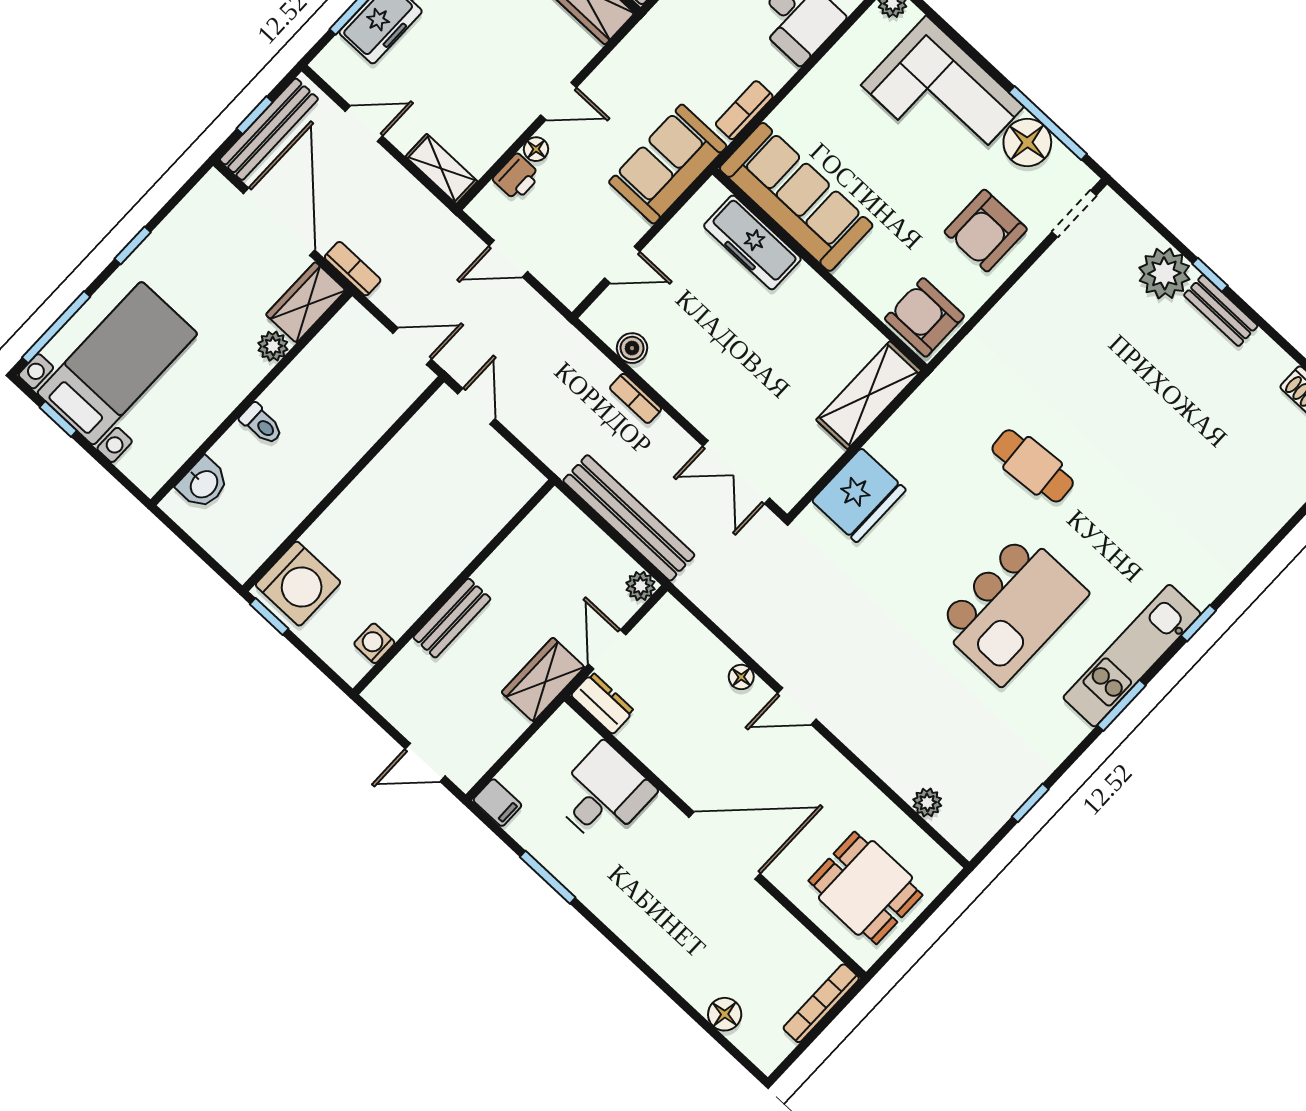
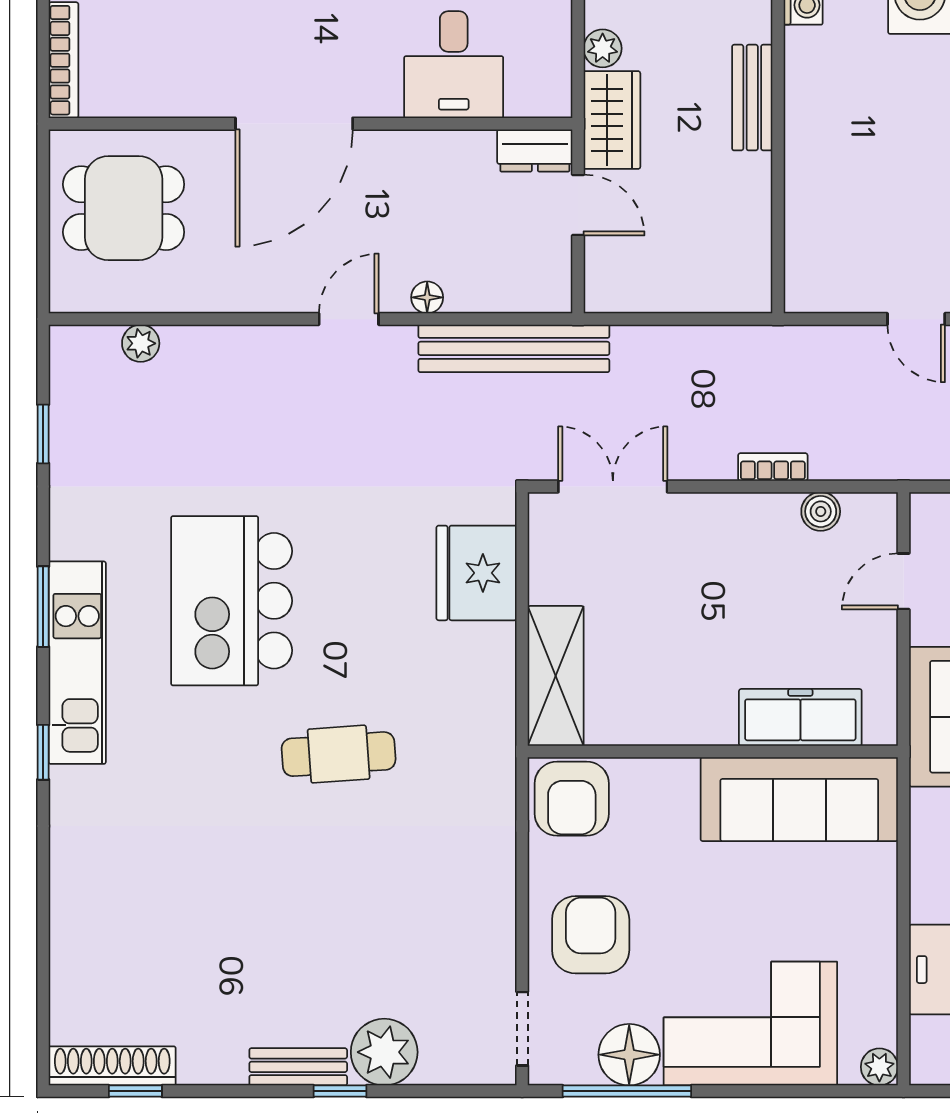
bookcase: (744, 110) -> (925, 835), removed
armchair: (924, 317) -> (572, 799), turned 90
bench: (629, 518) -> (514, 348), moved
plant: (641, 586) -> (603, 48), moved

